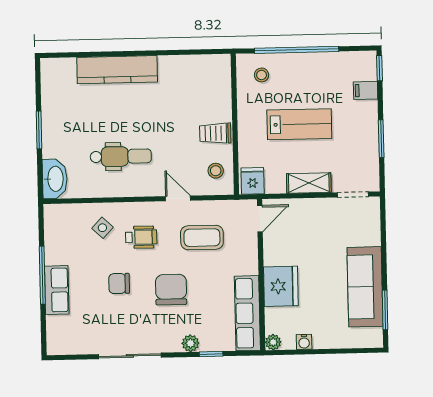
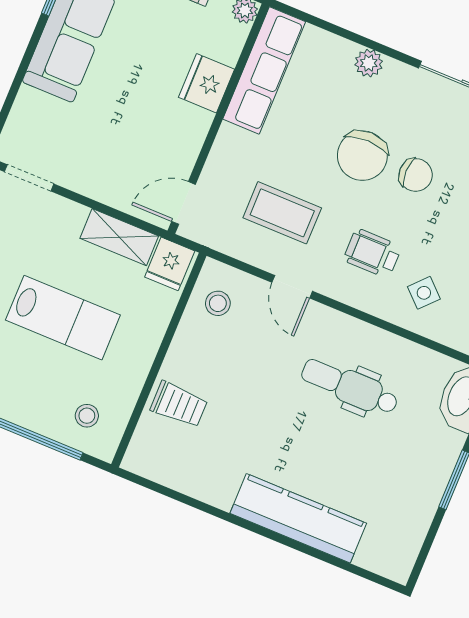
lab bench: (299, 124) -> (63, 318), turned 180
trolley: (215, 133) -> (179, 405), moved
shelving: (309, 183) -> (119, 237), moved
chair: (119, 283) -> (416, 175), moved
fridge: (281, 286) -> (207, 83), width x0.73, depth x0.75
window: (211, 354) -> (345, 34), removed

